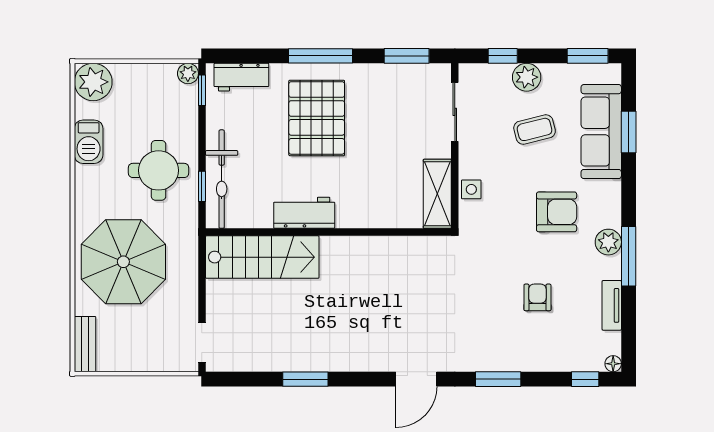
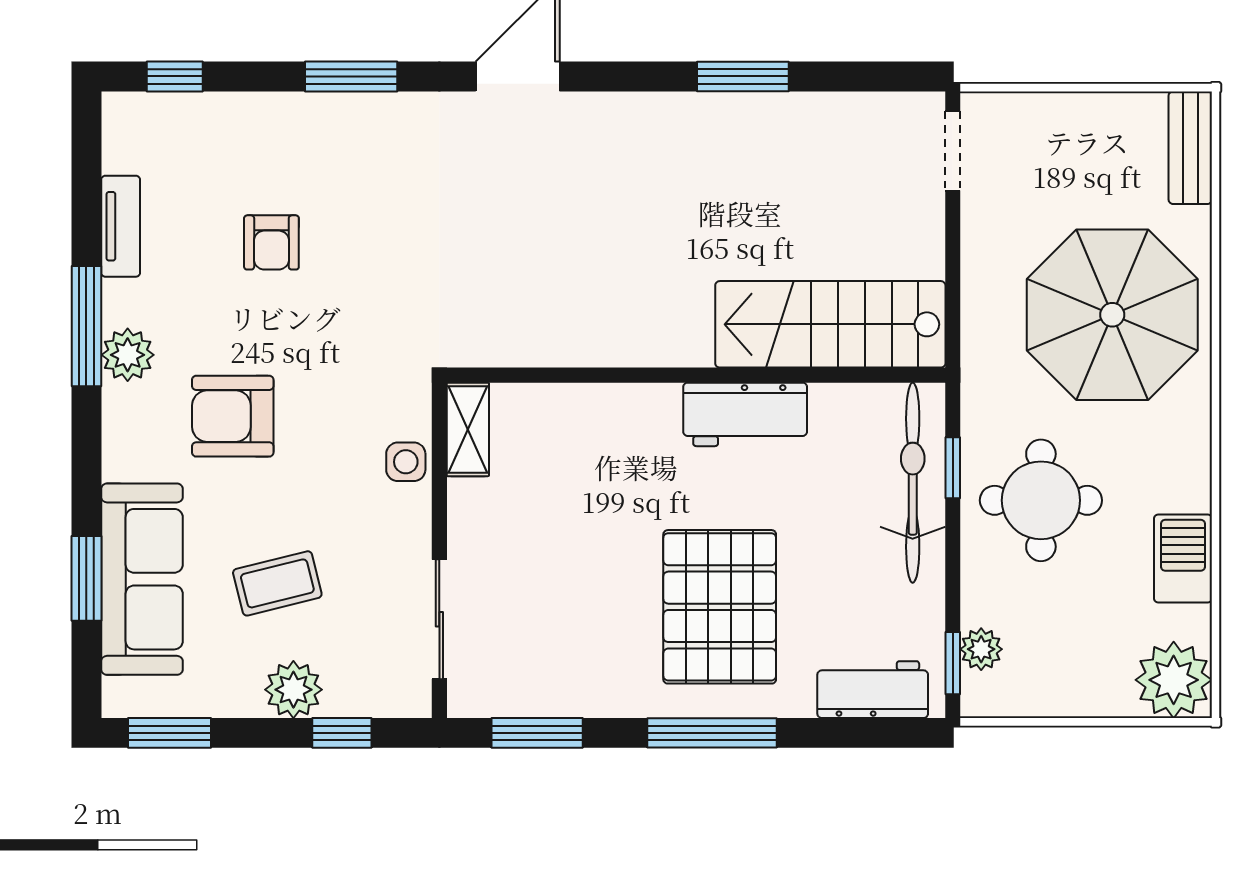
plant: (188, 73) -> (981, 649), moved
shelving: (437, 194) -> (468, 429), width x0.67, depth x0.75
floor lamp: (613, 364) -> (118, 108), removed

